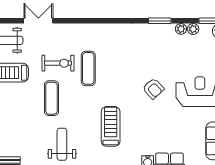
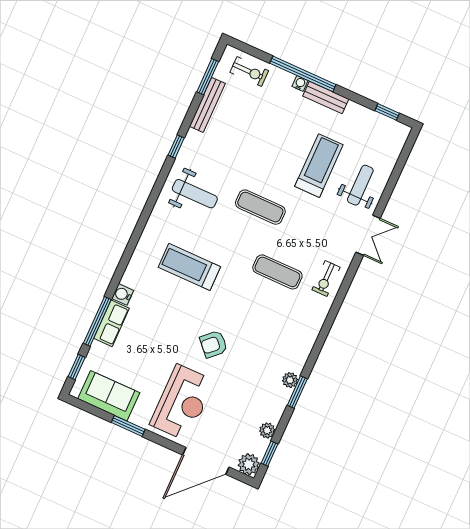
plant: (181, 29) -> (290, 380), moved
exercise bike: (58, 63) -> (326, 279), moved, width x0.73, depth x0.72
treadmill: (111, 126) -> (189, 267), turned 180

